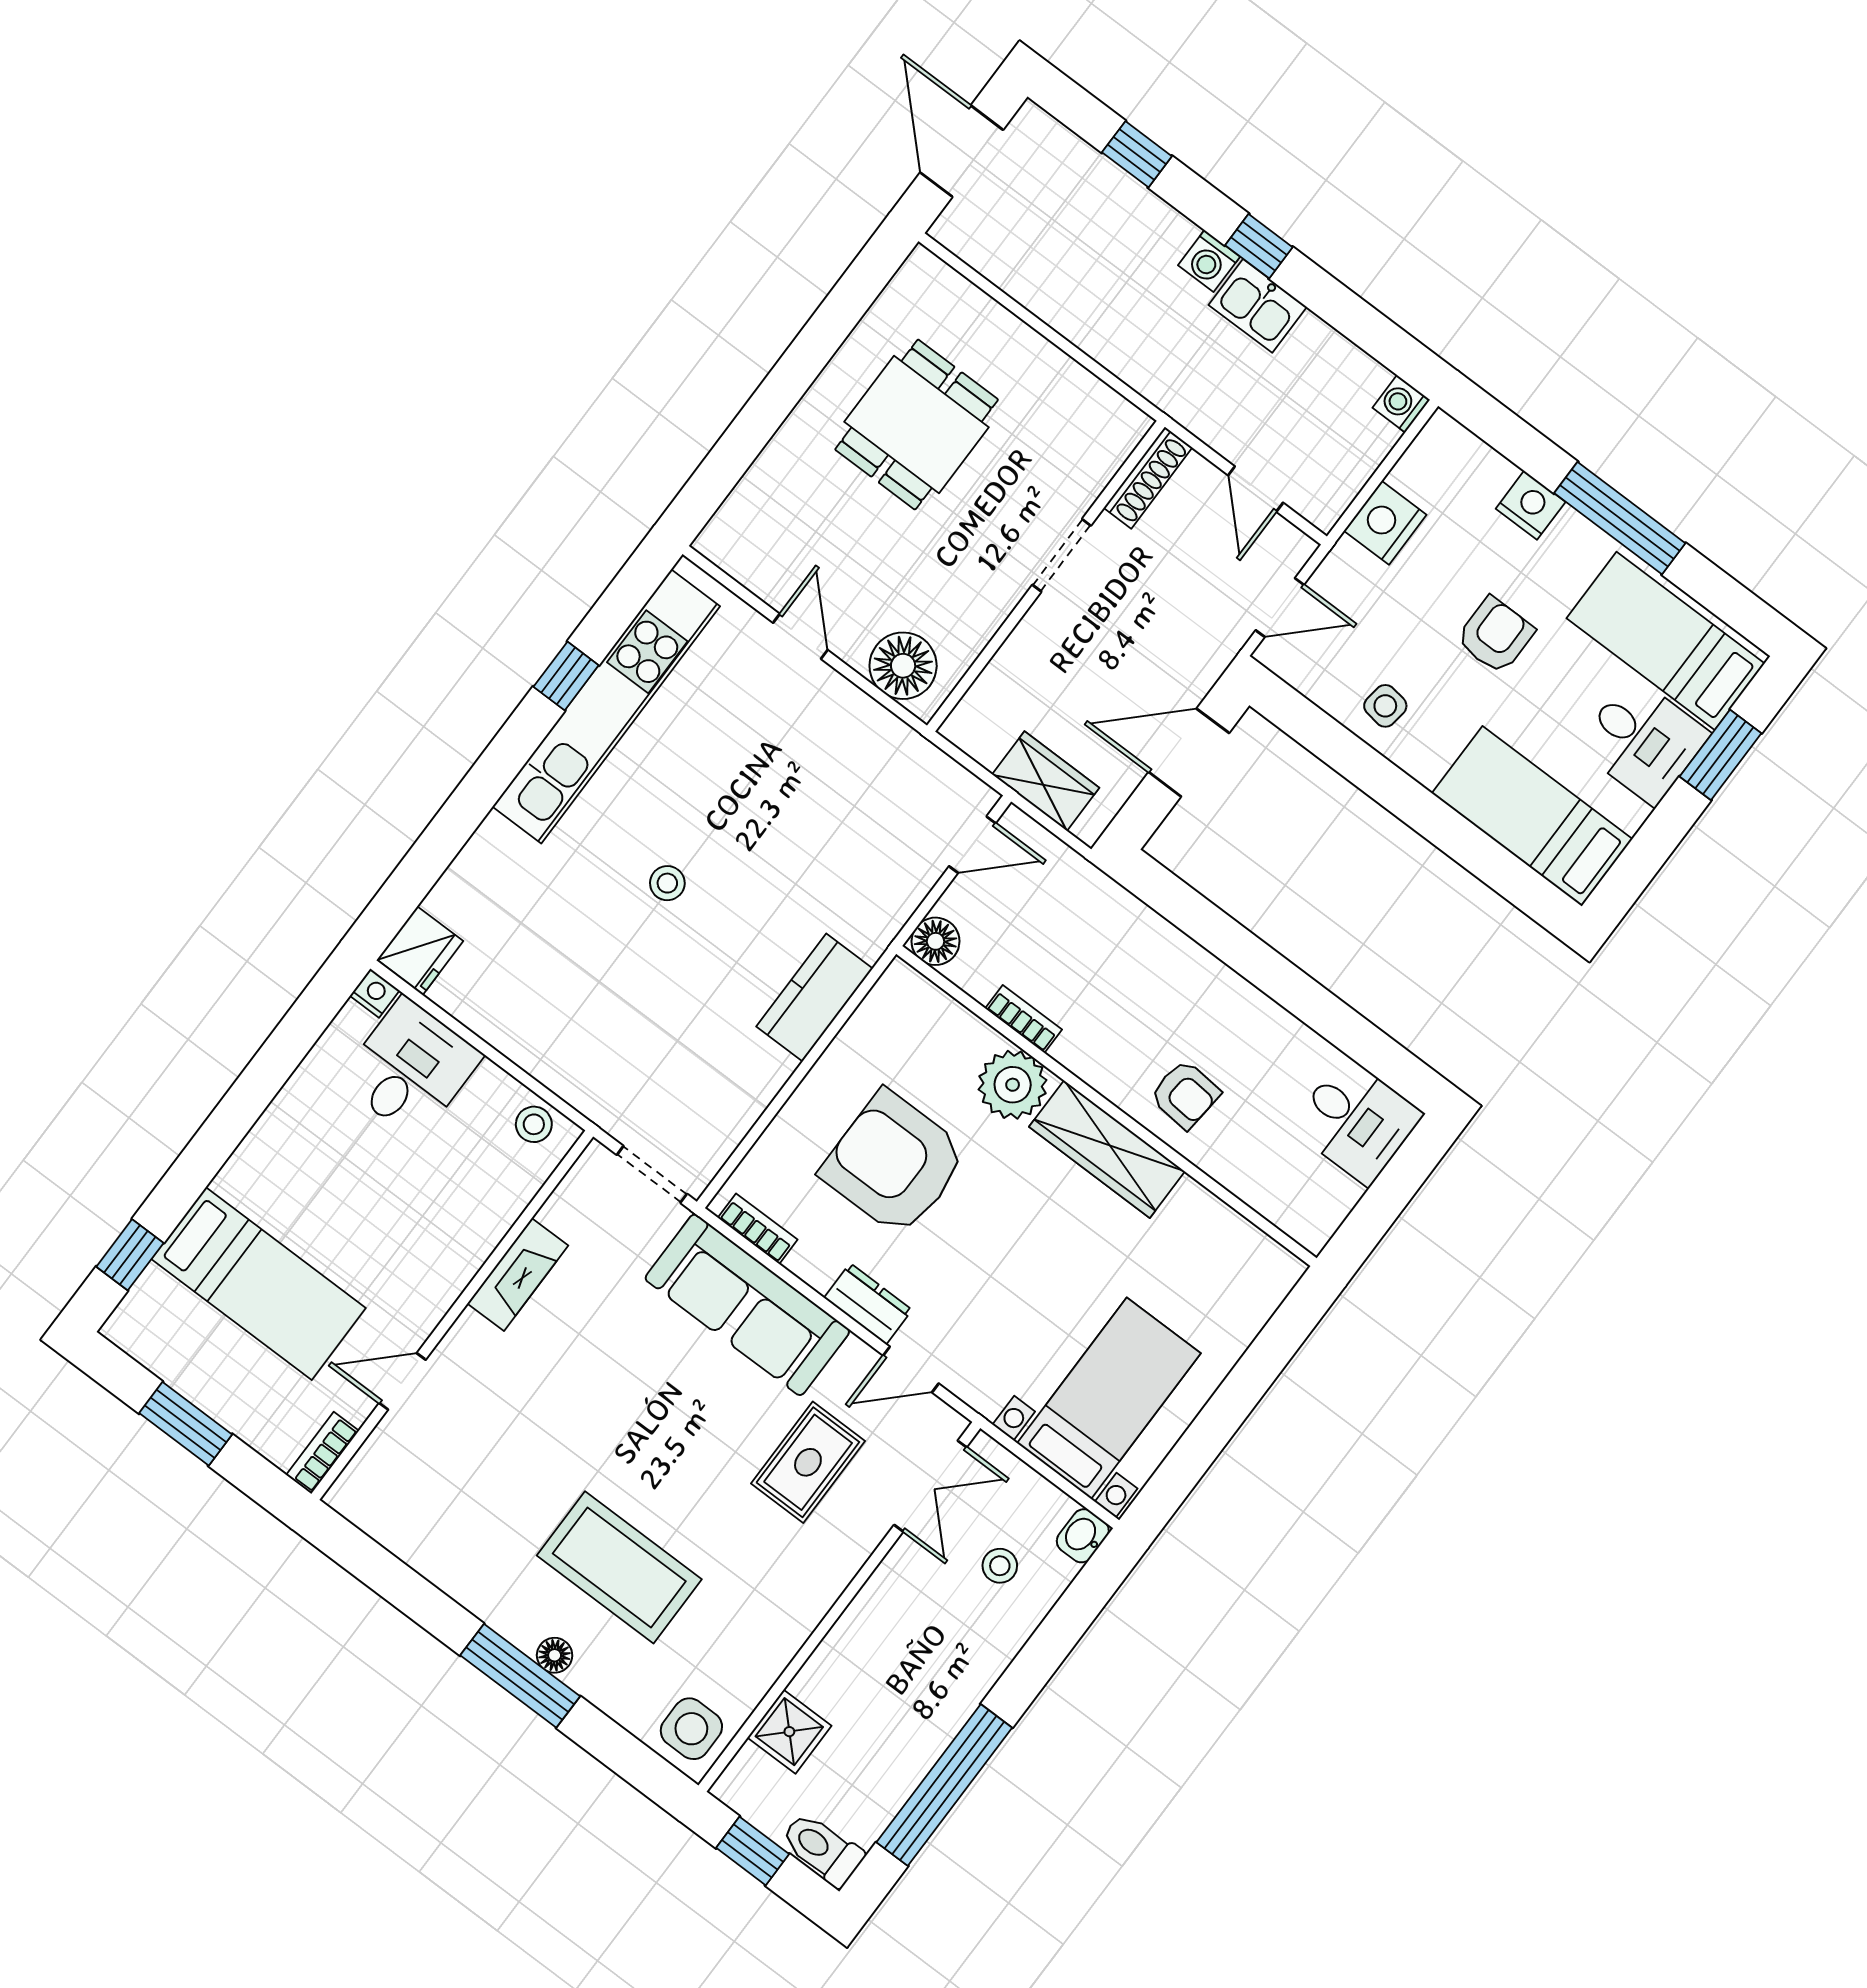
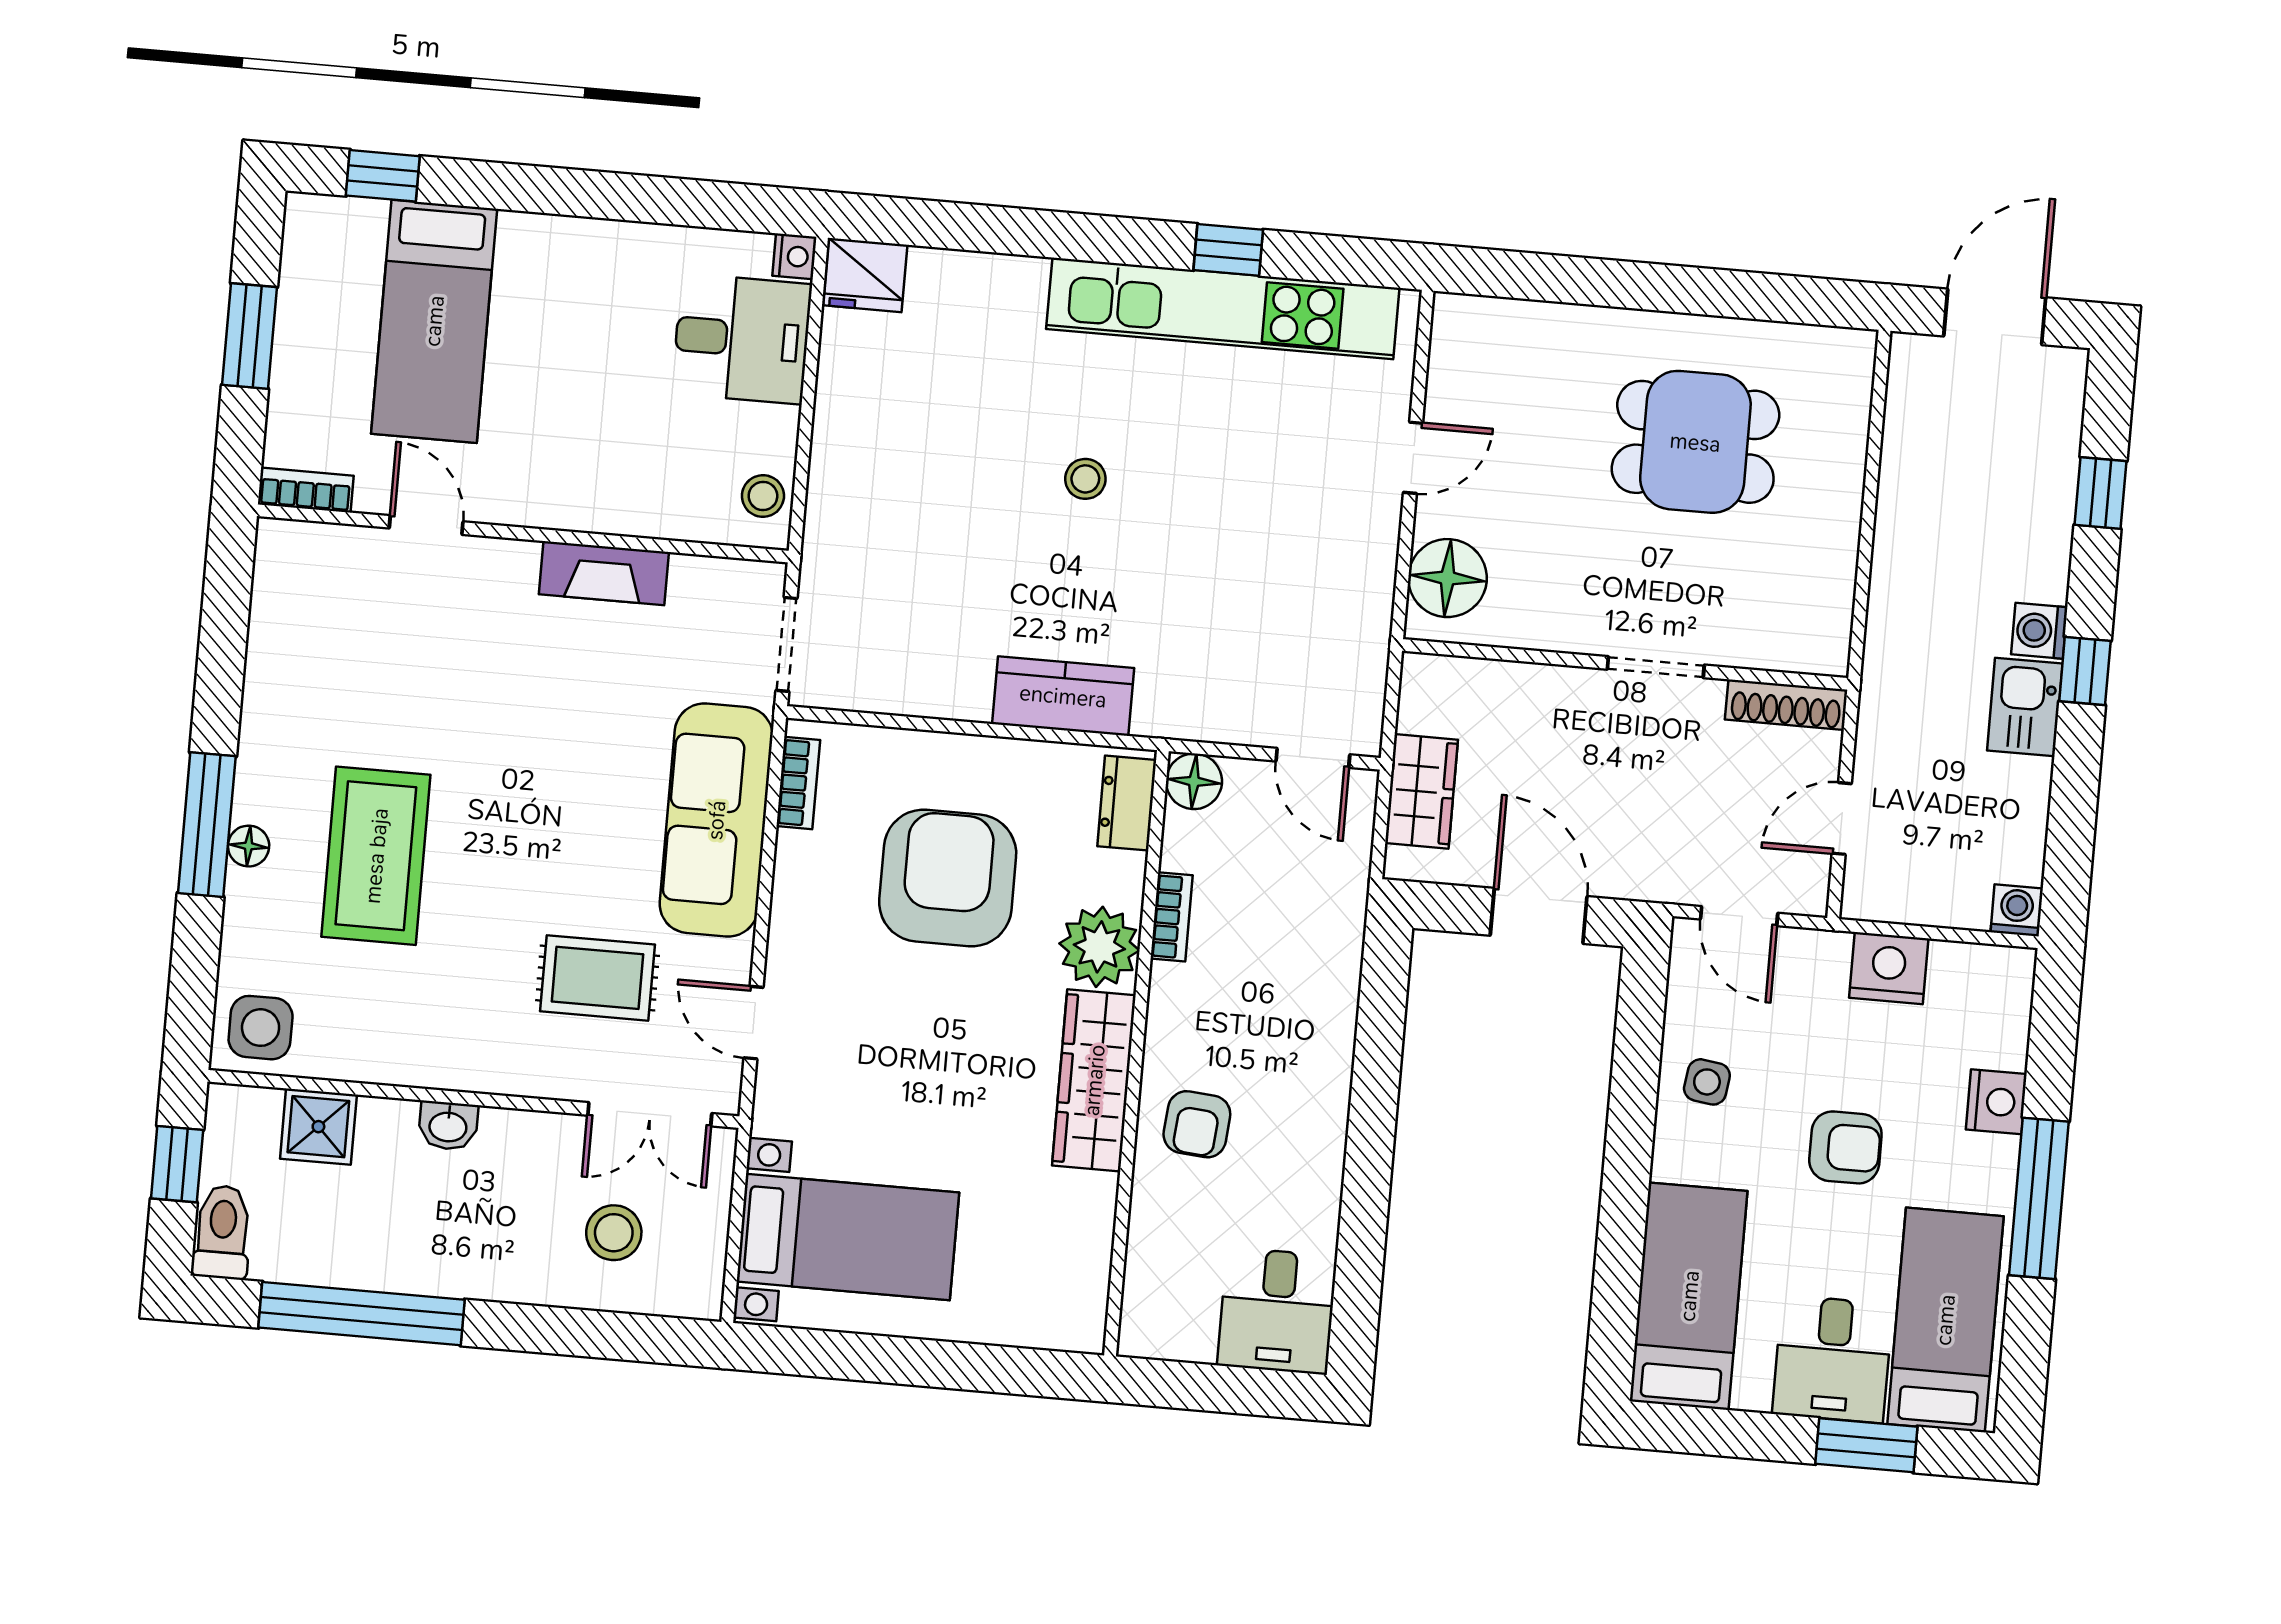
dresser: (868, 1304) -> (1127, 803), moved, turned 180
washbasin: (1083, 1536) -> (448, 1126), moved, turned 180
stool: (1000, 1566) -> (614, 1233), width x1.37, depth x1.37

